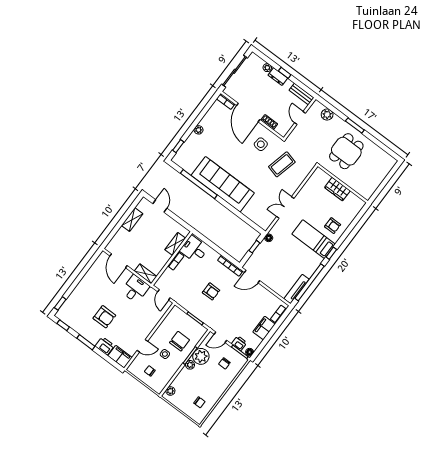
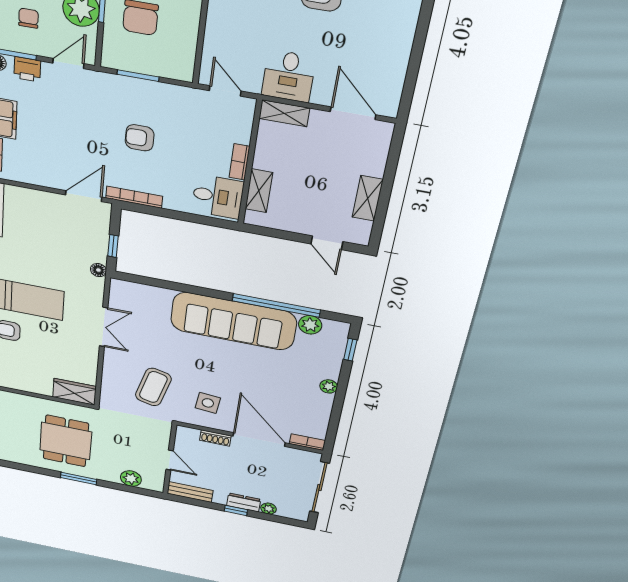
plant: (189, 167) -> (310, 325), added
wardrobe: (337, 189) -> (74, 392), moved

